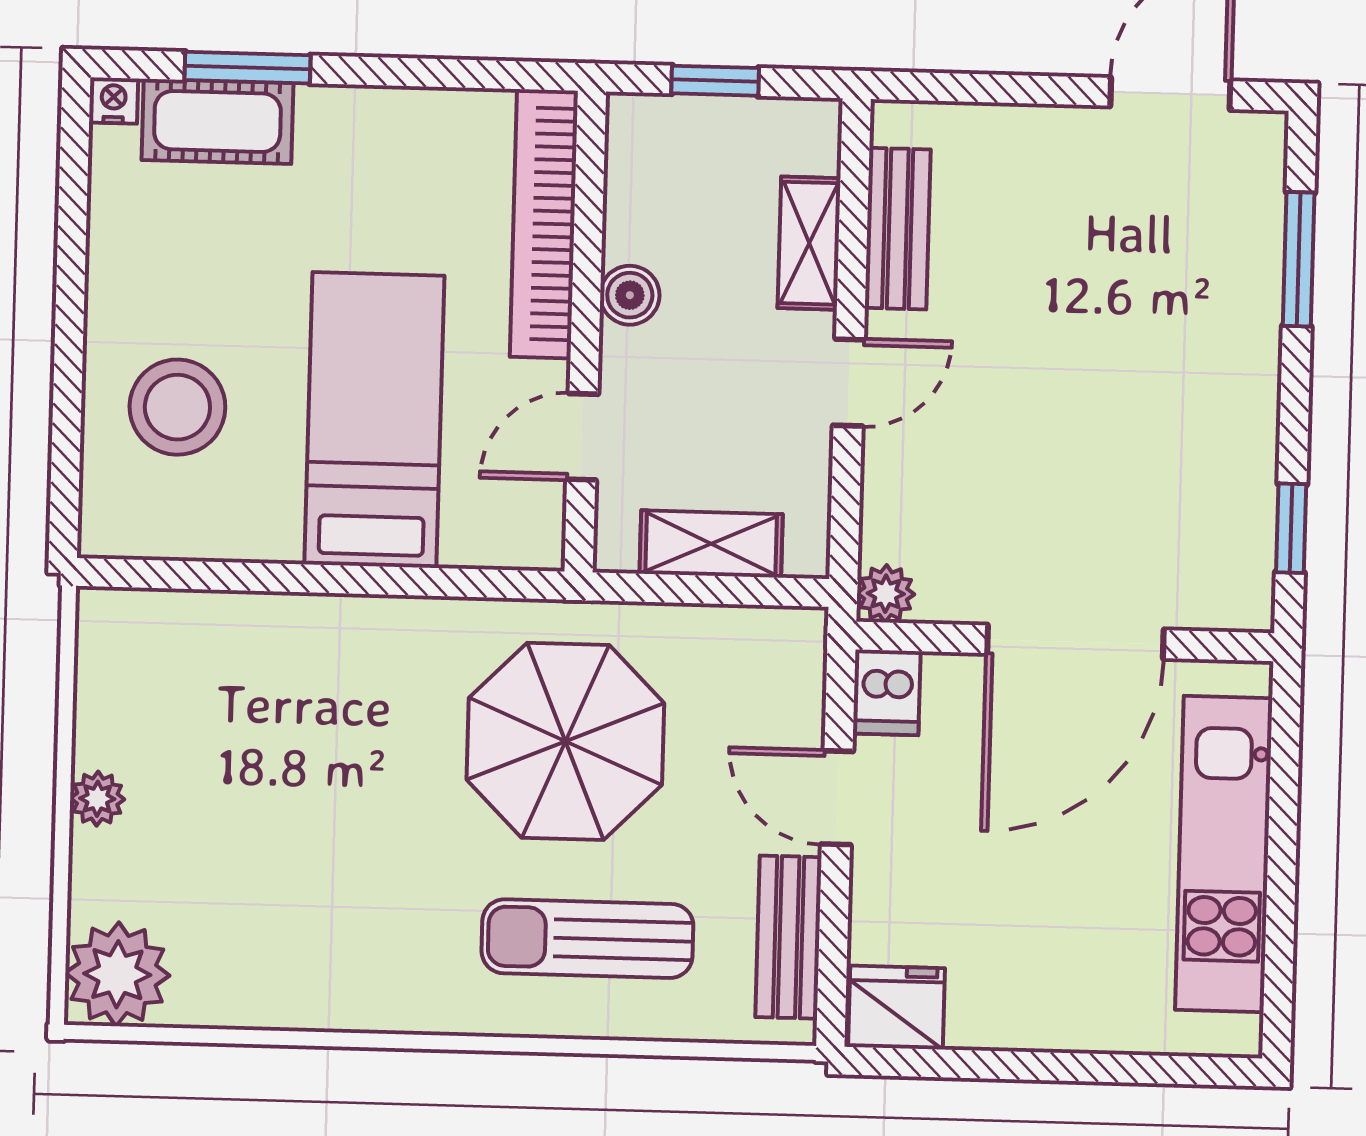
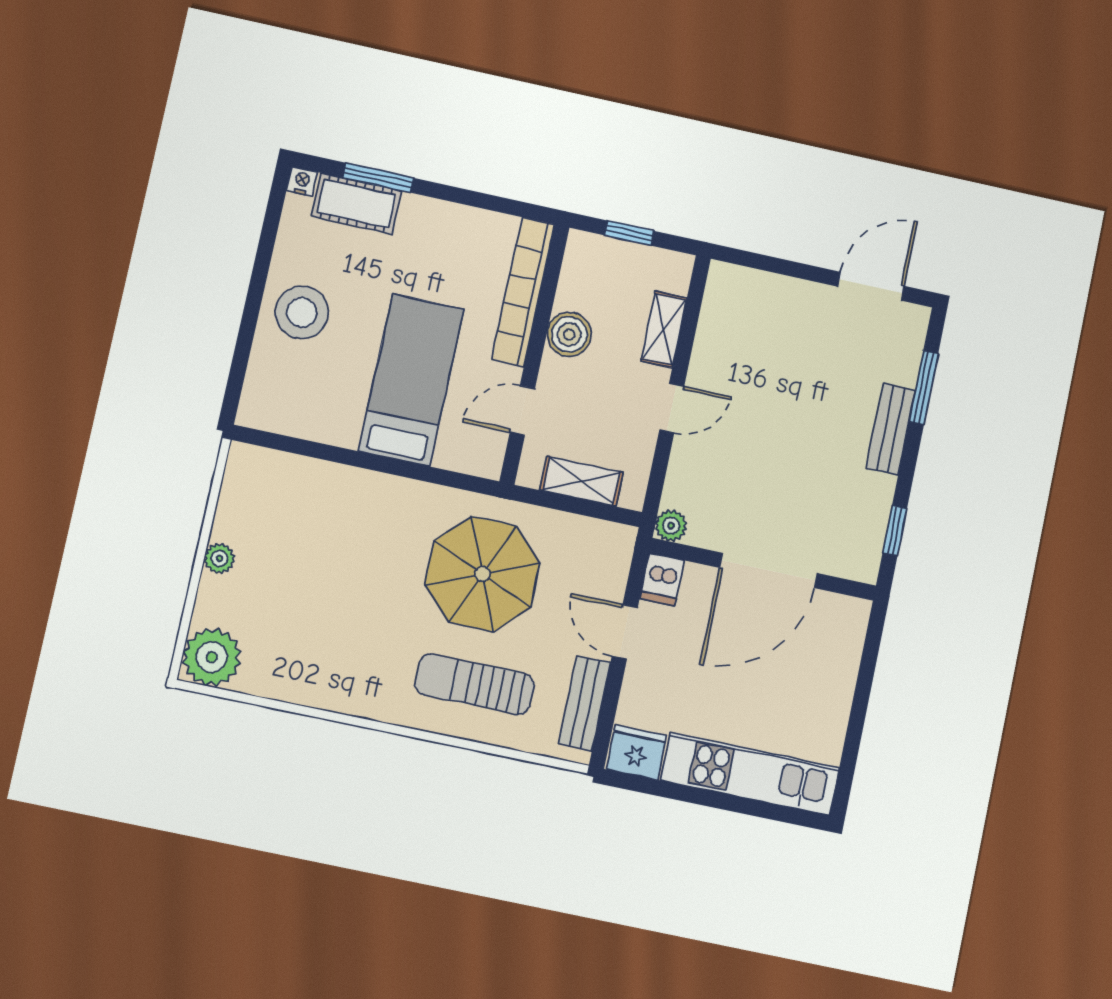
bench: (898, 229) -> (891, 429), moved
boiler: (630, 295) -> (569, 334), width x1.36, depth x1.36
stool: (177, 407) -> (302, 312), moved
kitchen unit: (1224, 854) -> (750, 774), moved, turned 90

